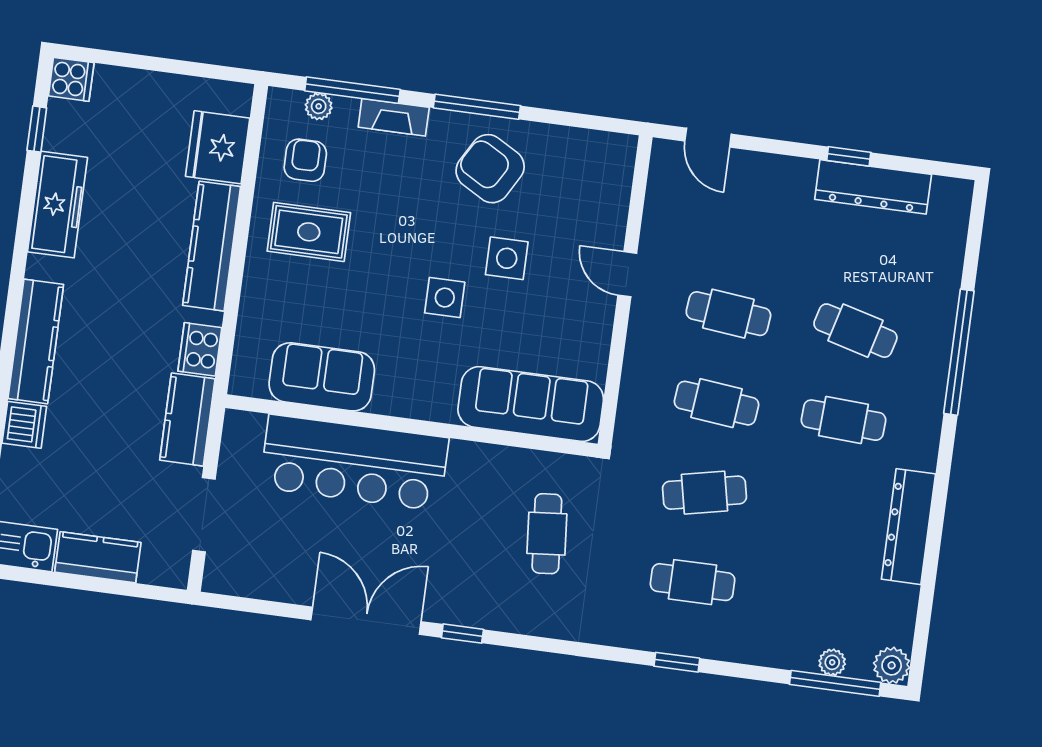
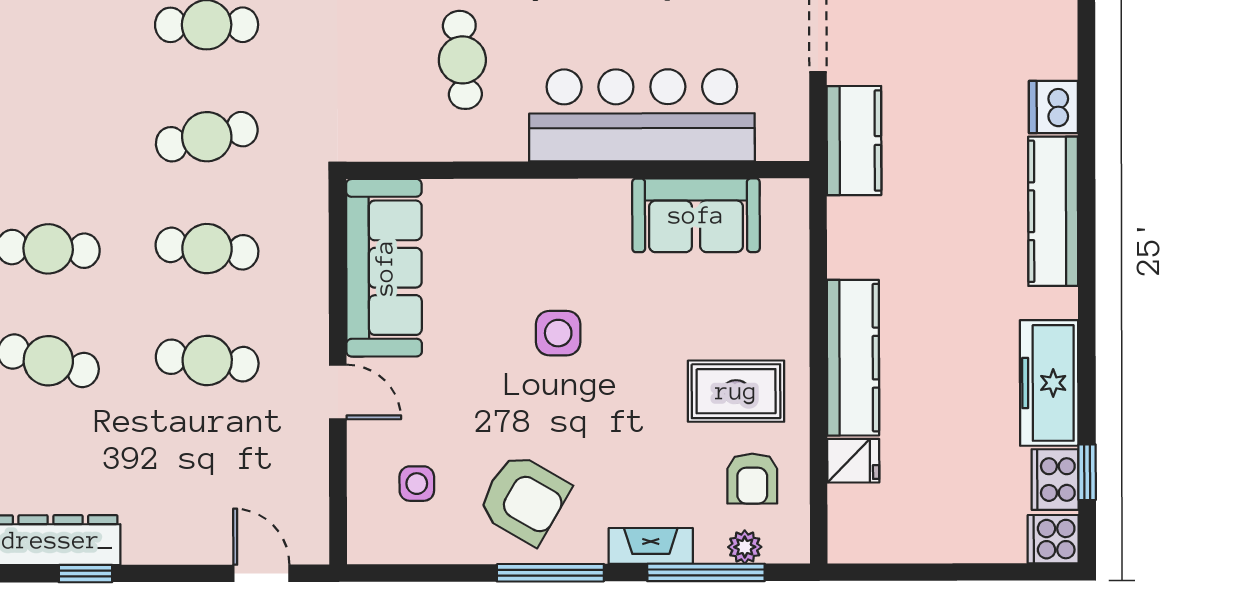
fridge: (218, 147) -> (853, 461), width x0.53, depth x0.75
side table: (507, 258) -> (417, 484), moved, width x0.73, depth x0.73
cooker: (200, 349) -> (1055, 480), moved, turned 180
sofa: (531, 404) -> (384, 268), moved, turned -90
cafe table: (547, 534) -> (462, 60), moved

